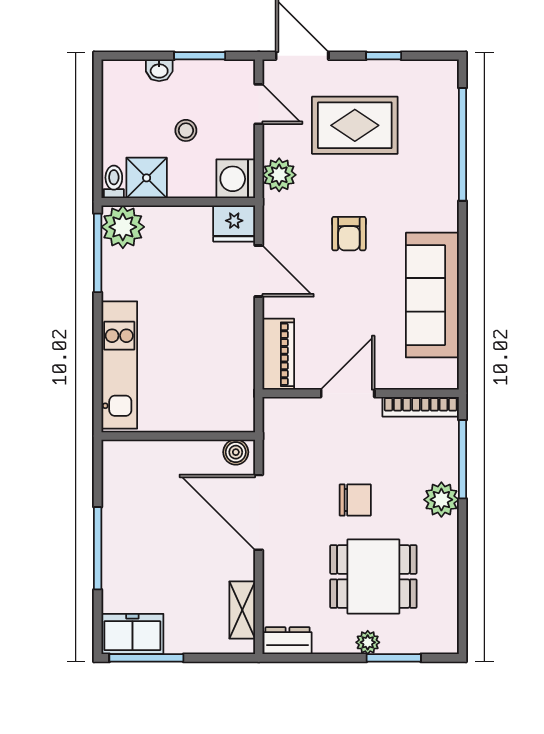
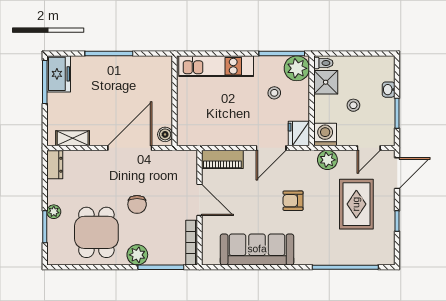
stool: (165, 266) -> (274, 93), added
dining table: (373, 577) -> (96, 232), moved

